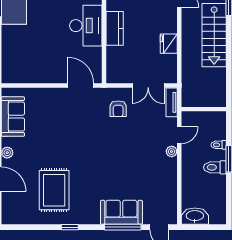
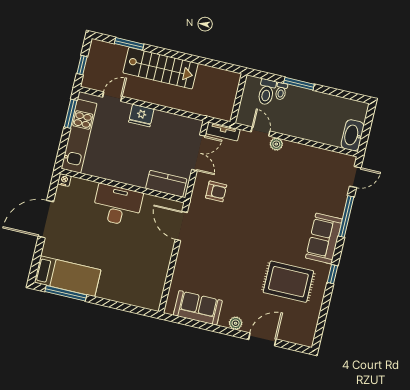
kitchen counter: (115, 28) -> (166, 184), moved
fridge: (169, 44) -> (141, 116), moved
door: (81, 85) -> (181, 226), hinge flipped
toilet: (215, 167) -> (267, 92), moved
sofa: (121, 212) -> (324, 239), moved

